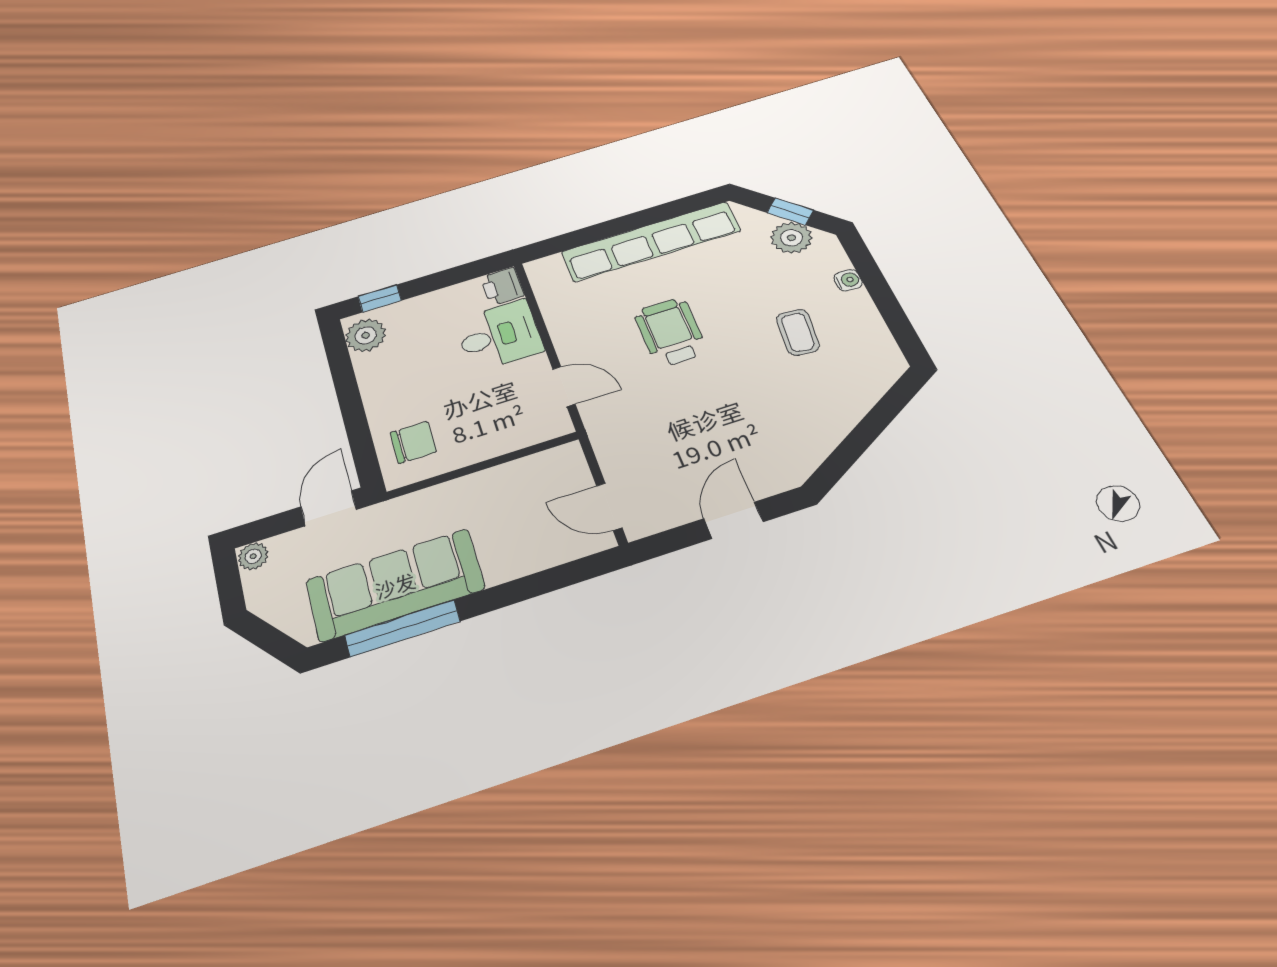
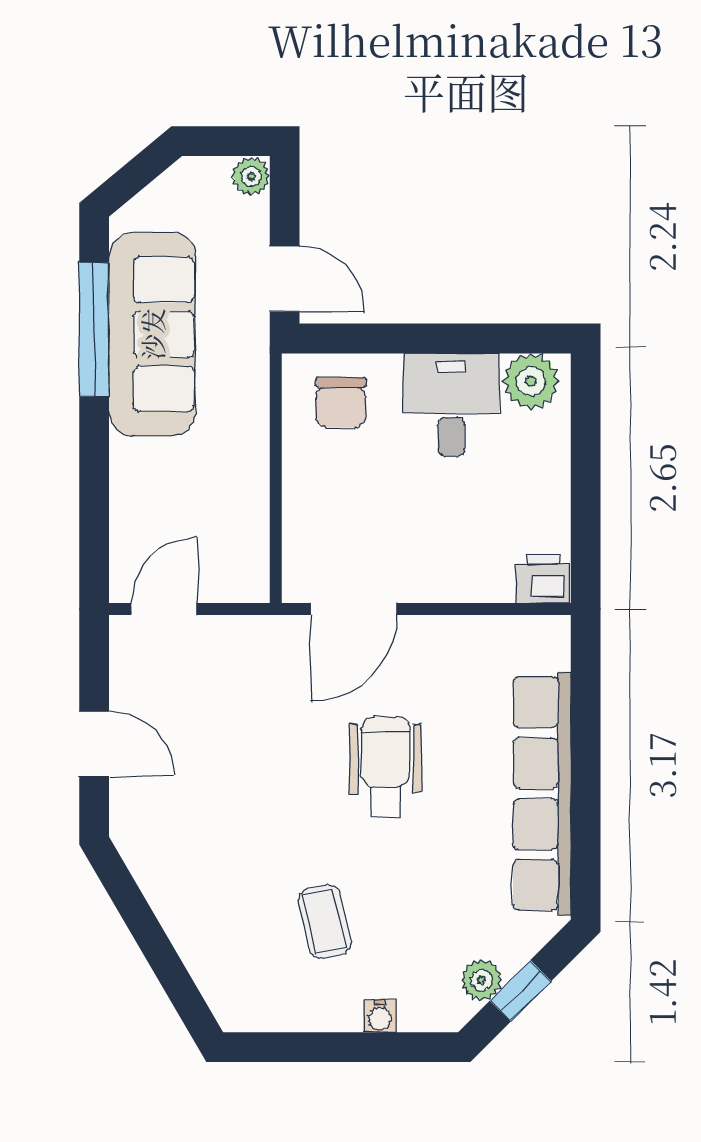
plant: (791, 238) -> (481, 980), width x0.73, depth x0.73
window: (380, 298) -> (586, 413), removed
wheelchair: (670, 332) -> (386, 767), turned -90
coffee table: (798, 332) -> (325, 921), turned 71
desk: (499, 335) -> (451, 405), moved, turned 180
door: (564, 386) -> (354, 609), width x1.38

